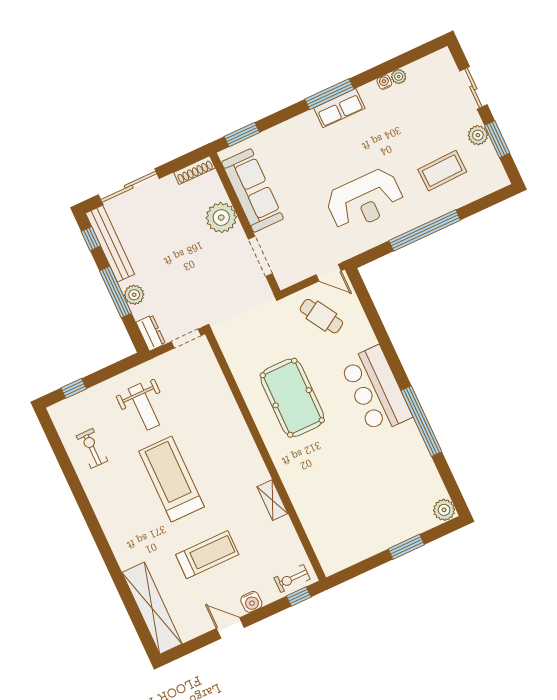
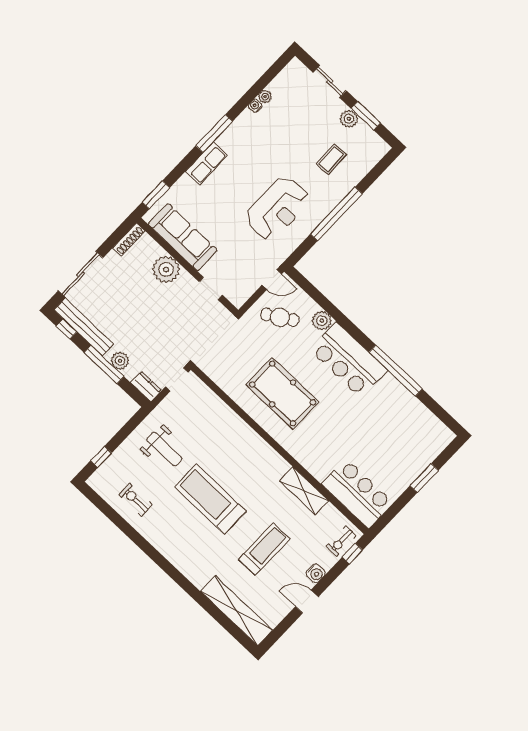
row of seats: (339, 108) -> (206, 163), moved
coffee table: (442, 171) -> (331, 159), width x0.73, depth x0.77
doorway: (260, 256) -> (211, 288), width x0.73
shelving: (272, 500) -> (304, 491), width x1.50, depth x1.33
plant: (444, 510) -> (322, 321), moved
bar counter: (329, 535) -> (357, 493), added

